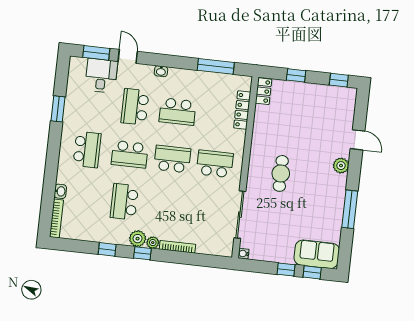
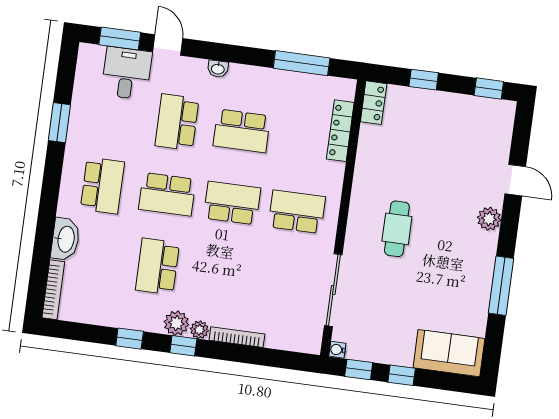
washbasin: (60, 191) -> (65, 239), width x1.91, depth x1.45
window: (312, 272) -> (359, 369), moved

